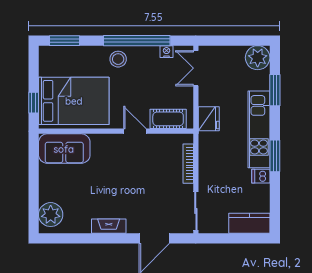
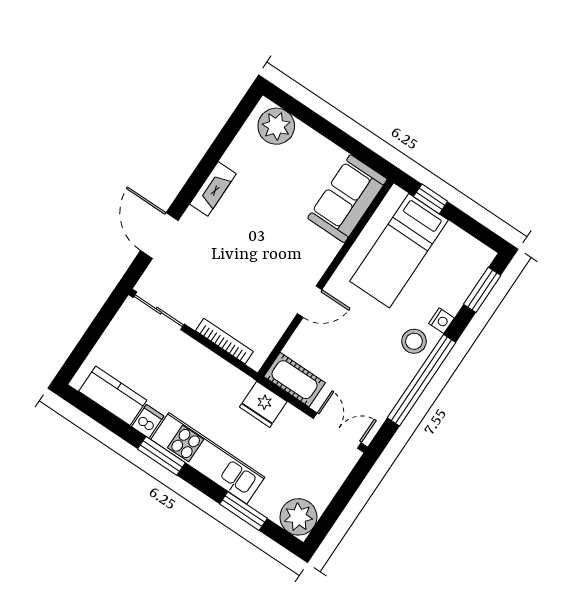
nightstand: (167, 52) -> (441, 321), moved
bed: (74, 101) -> (399, 251), width x0.67
cot: (168, 119) -> (295, 380), moved, turned 90
kitchen counter: (249, 223) -> (113, 396), moved, turned -90

